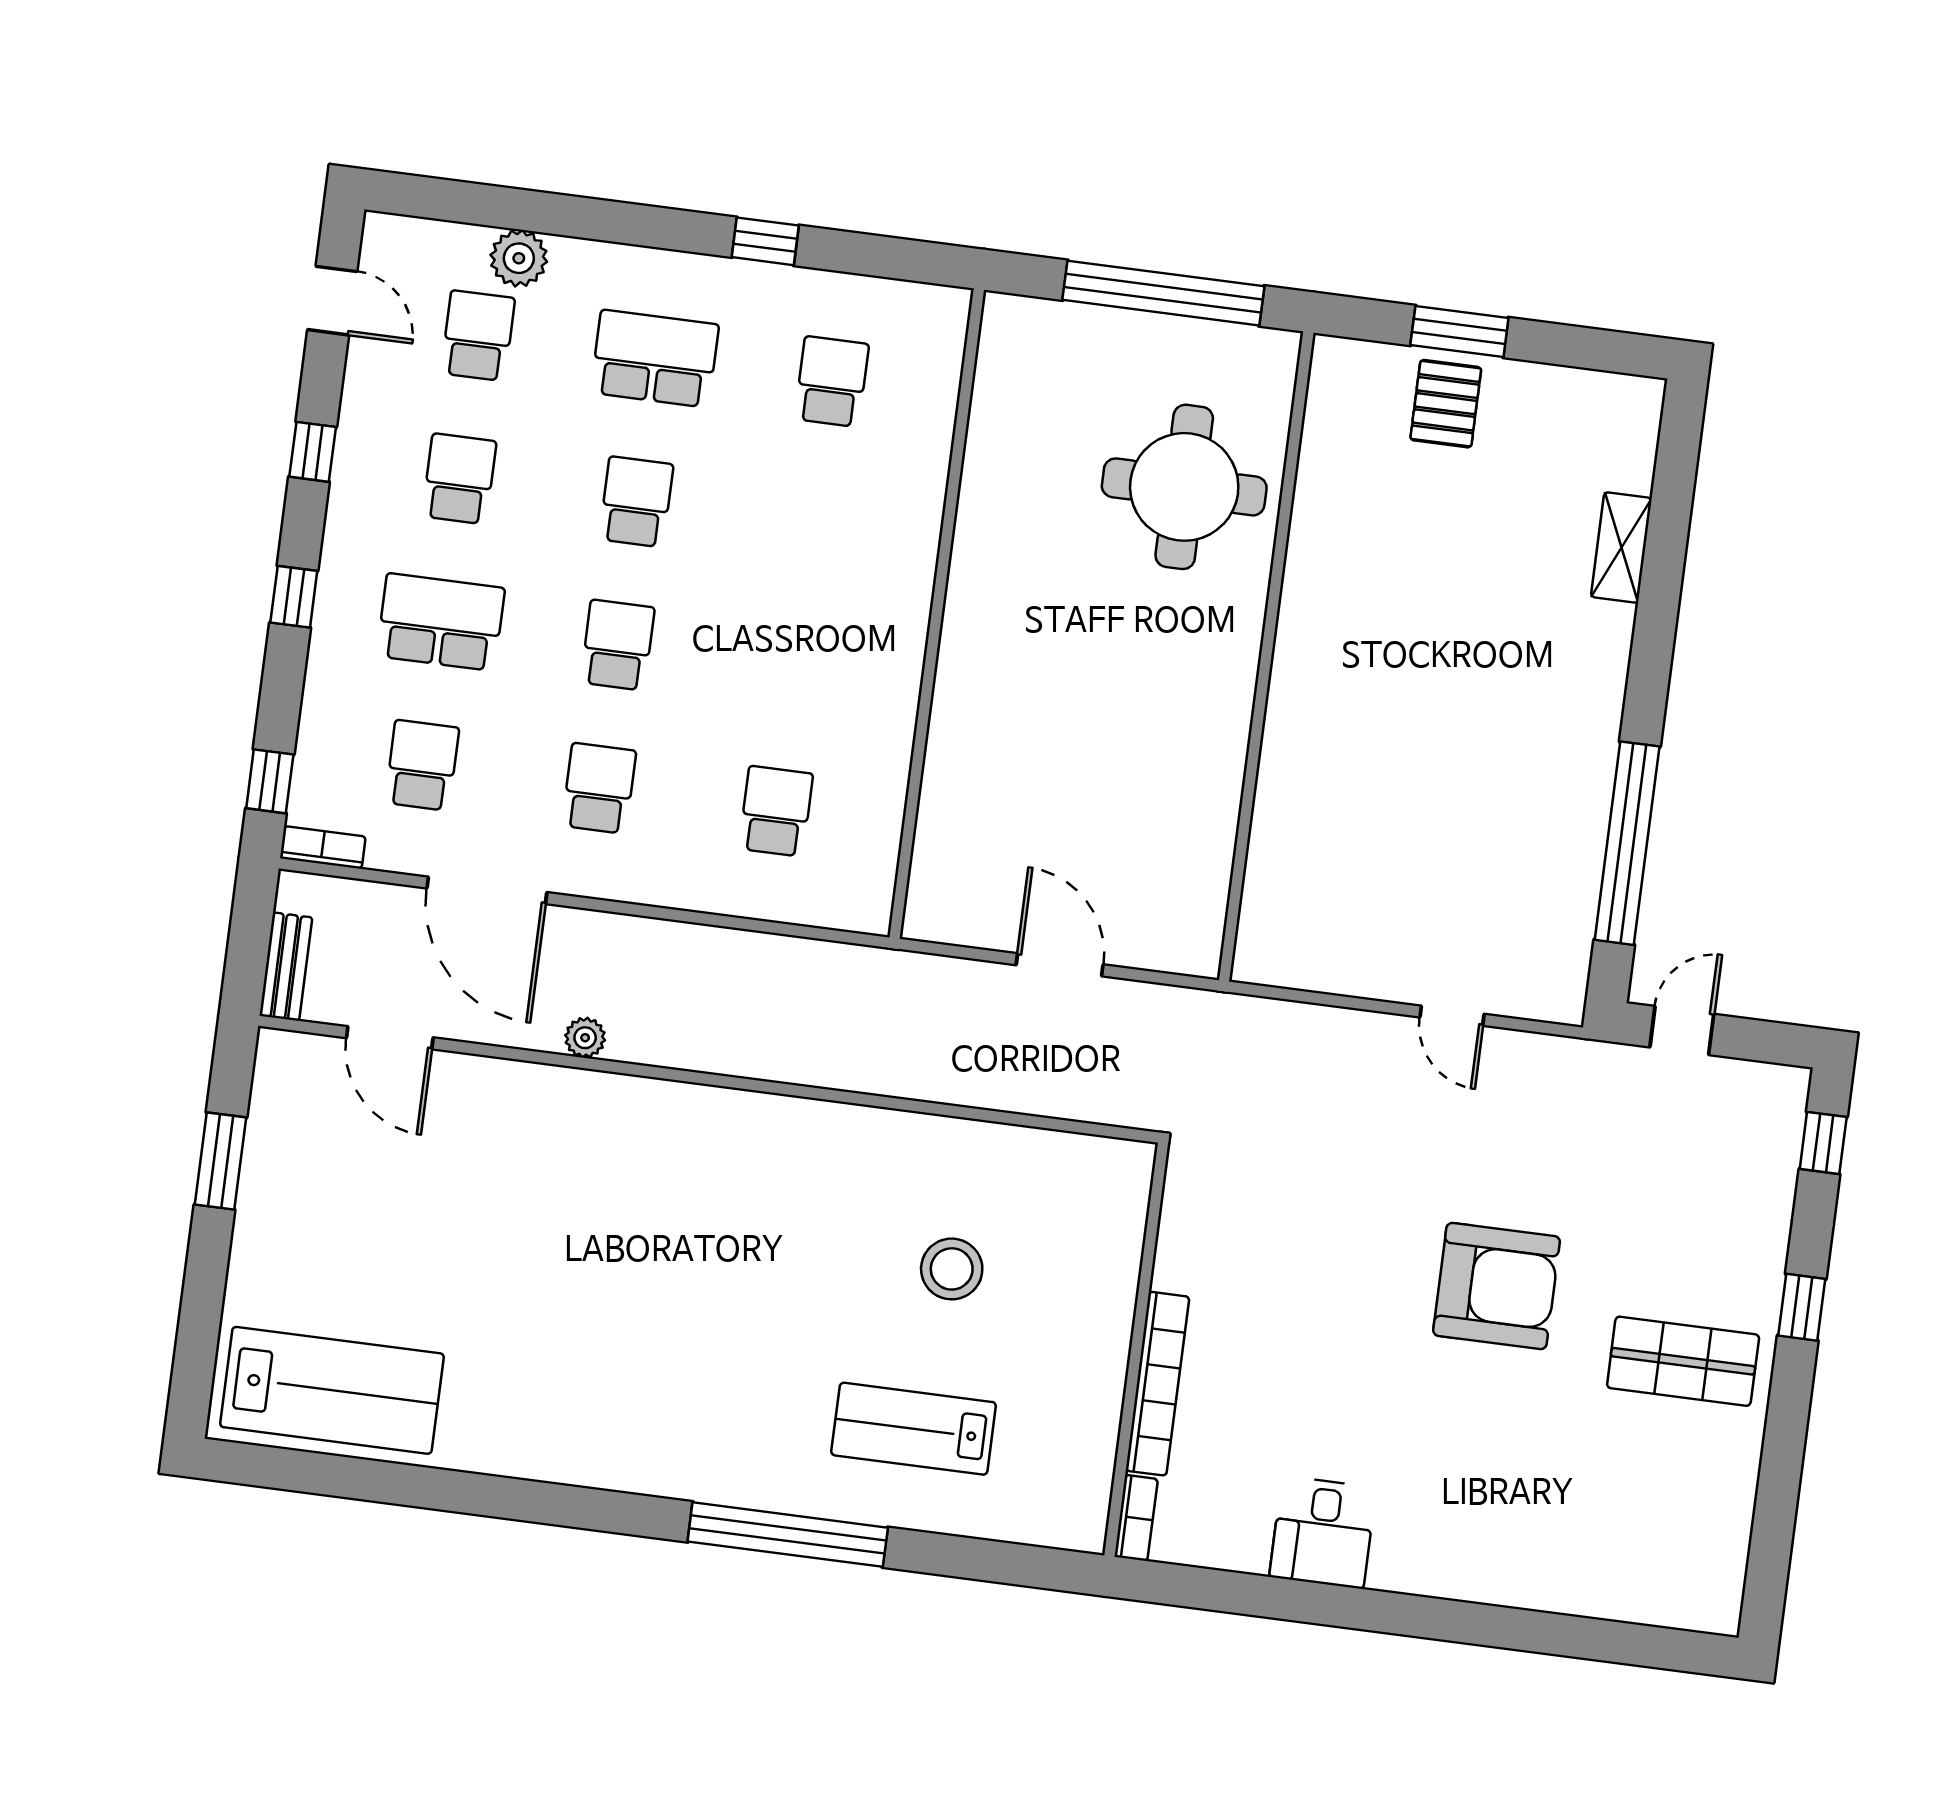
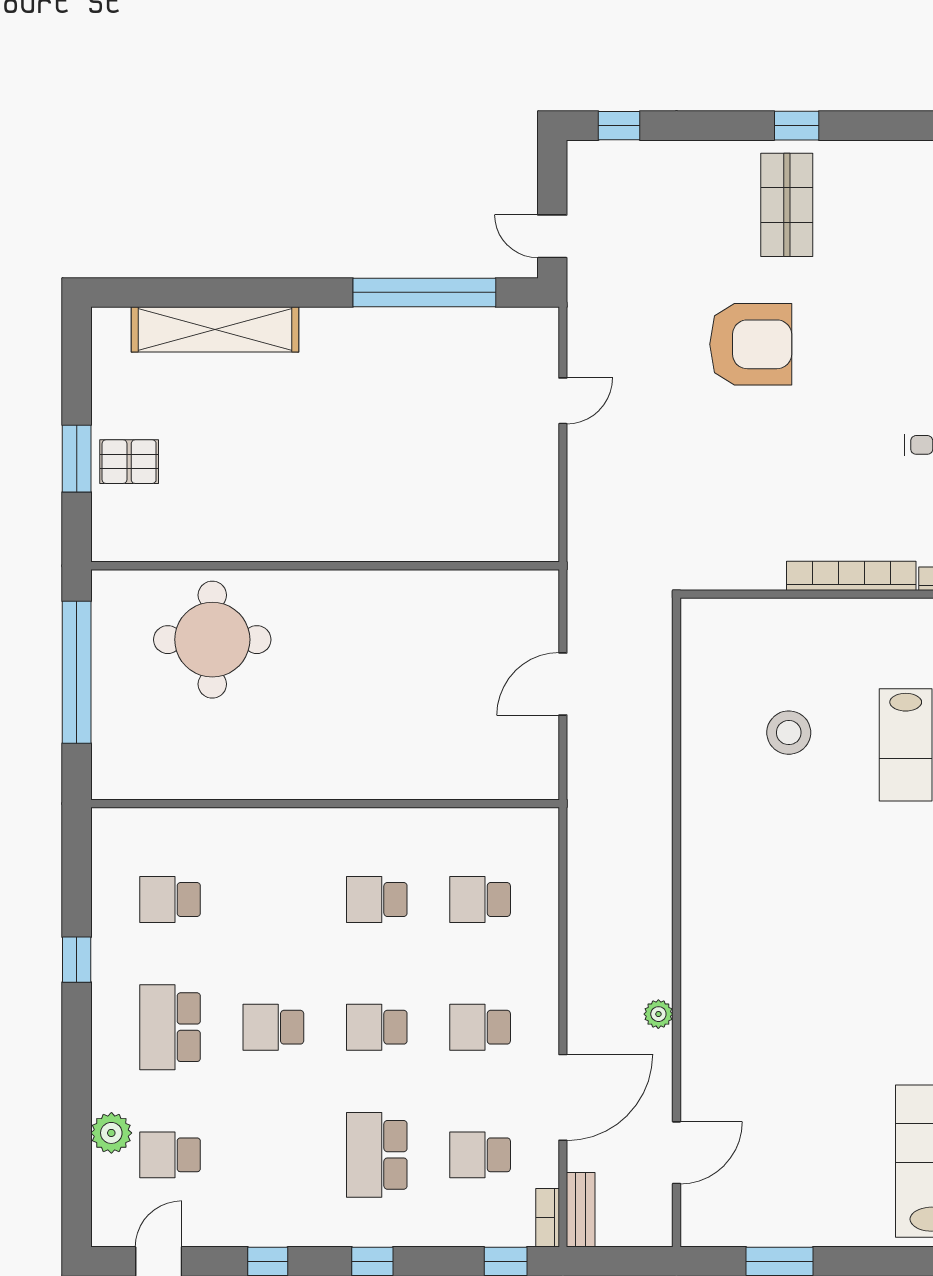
school desk: (459, 479) -> (377, 899), moved
shelving: (1621, 548) -> (215, 329), width x2.20, depth x1.33
bench: (286, 967) -> (581, 1210), moved, turned 90
armchair: (1497, 1286) -> (751, 344), turned 90
window: (1802, 1307) -> (797, 126), moved

